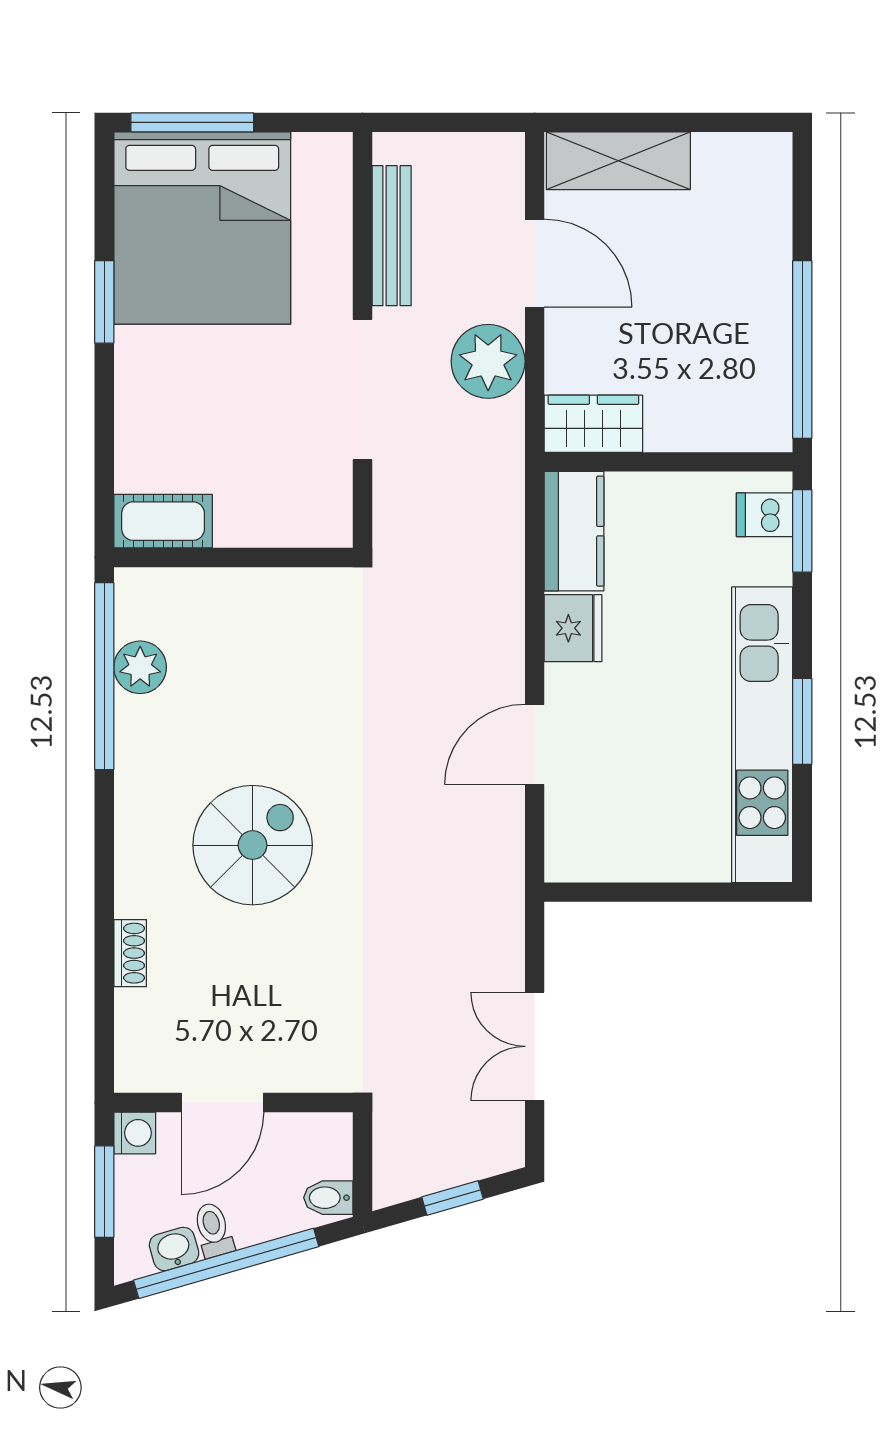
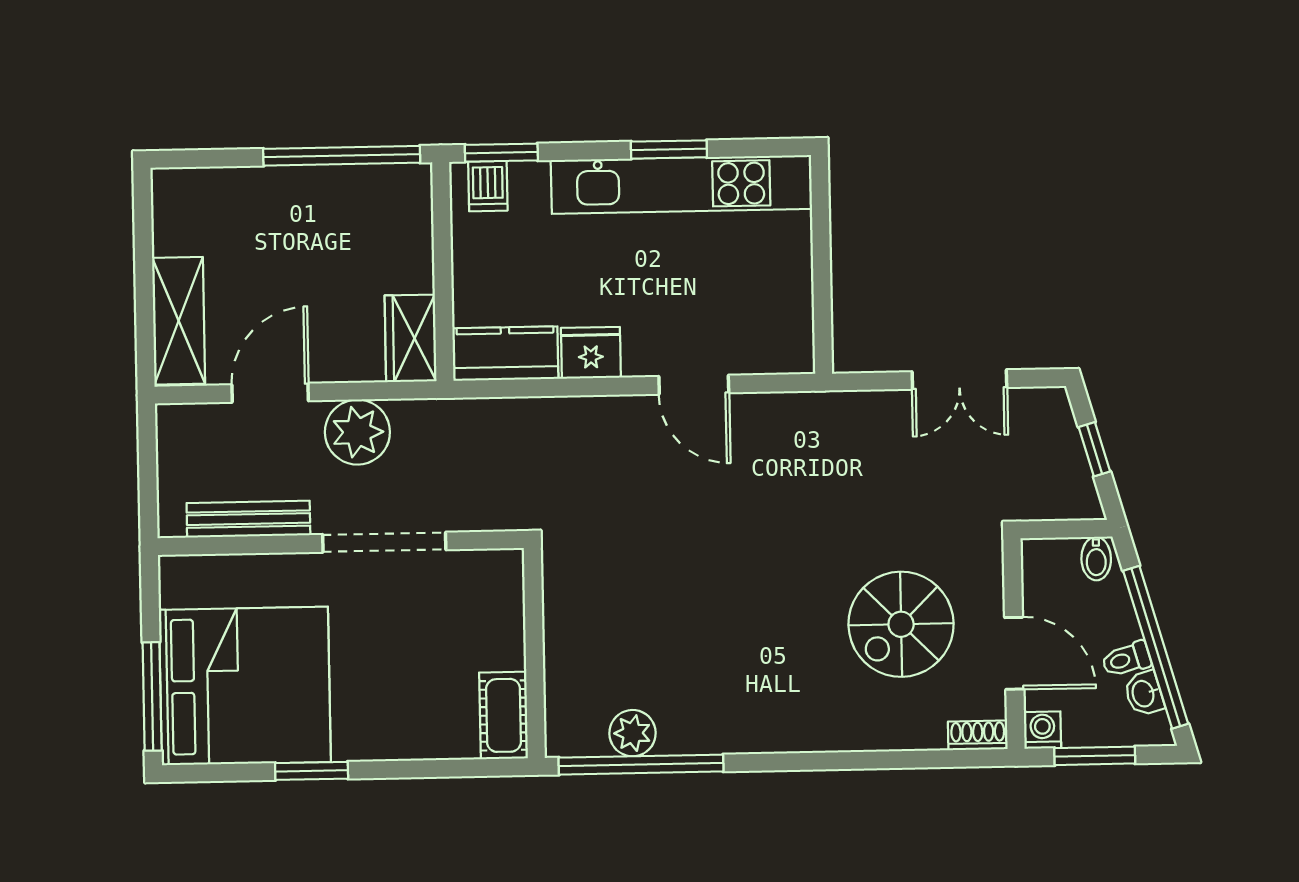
spiral stairs: (253, 845) -> (901, 624), moved, turned -90
shoe rack: (130, 953) -> (978, 735), moved

